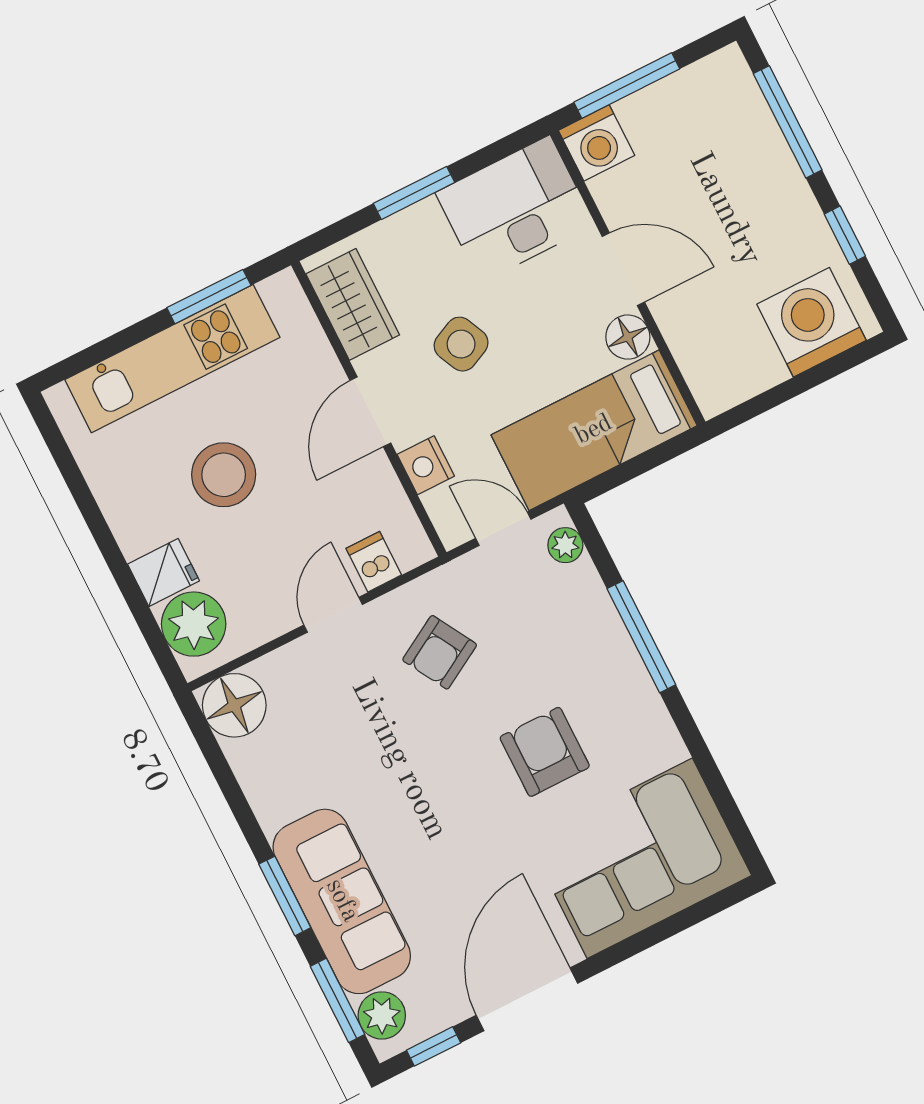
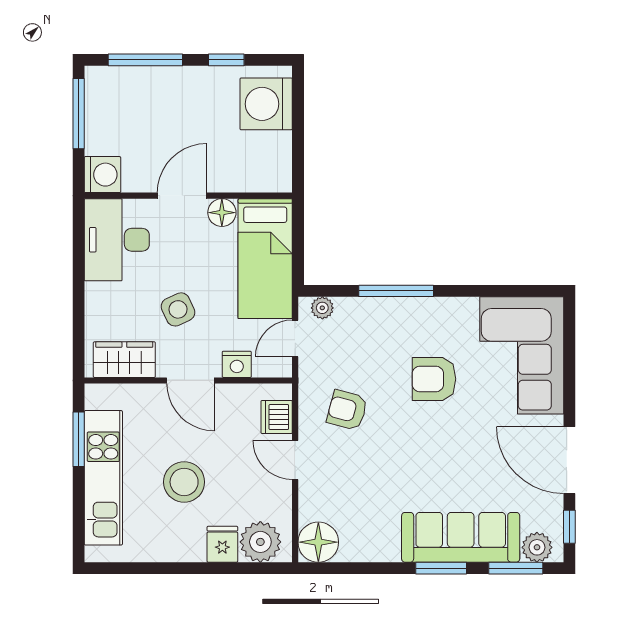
window: (627, 85) -> (79, 114), moved
window: (414, 193) -> (79, 293), removed
dishwasher: (374, 562) -> (277, 417), width x1.38
armchair: (440, 652) -> (347, 410), turned 135

